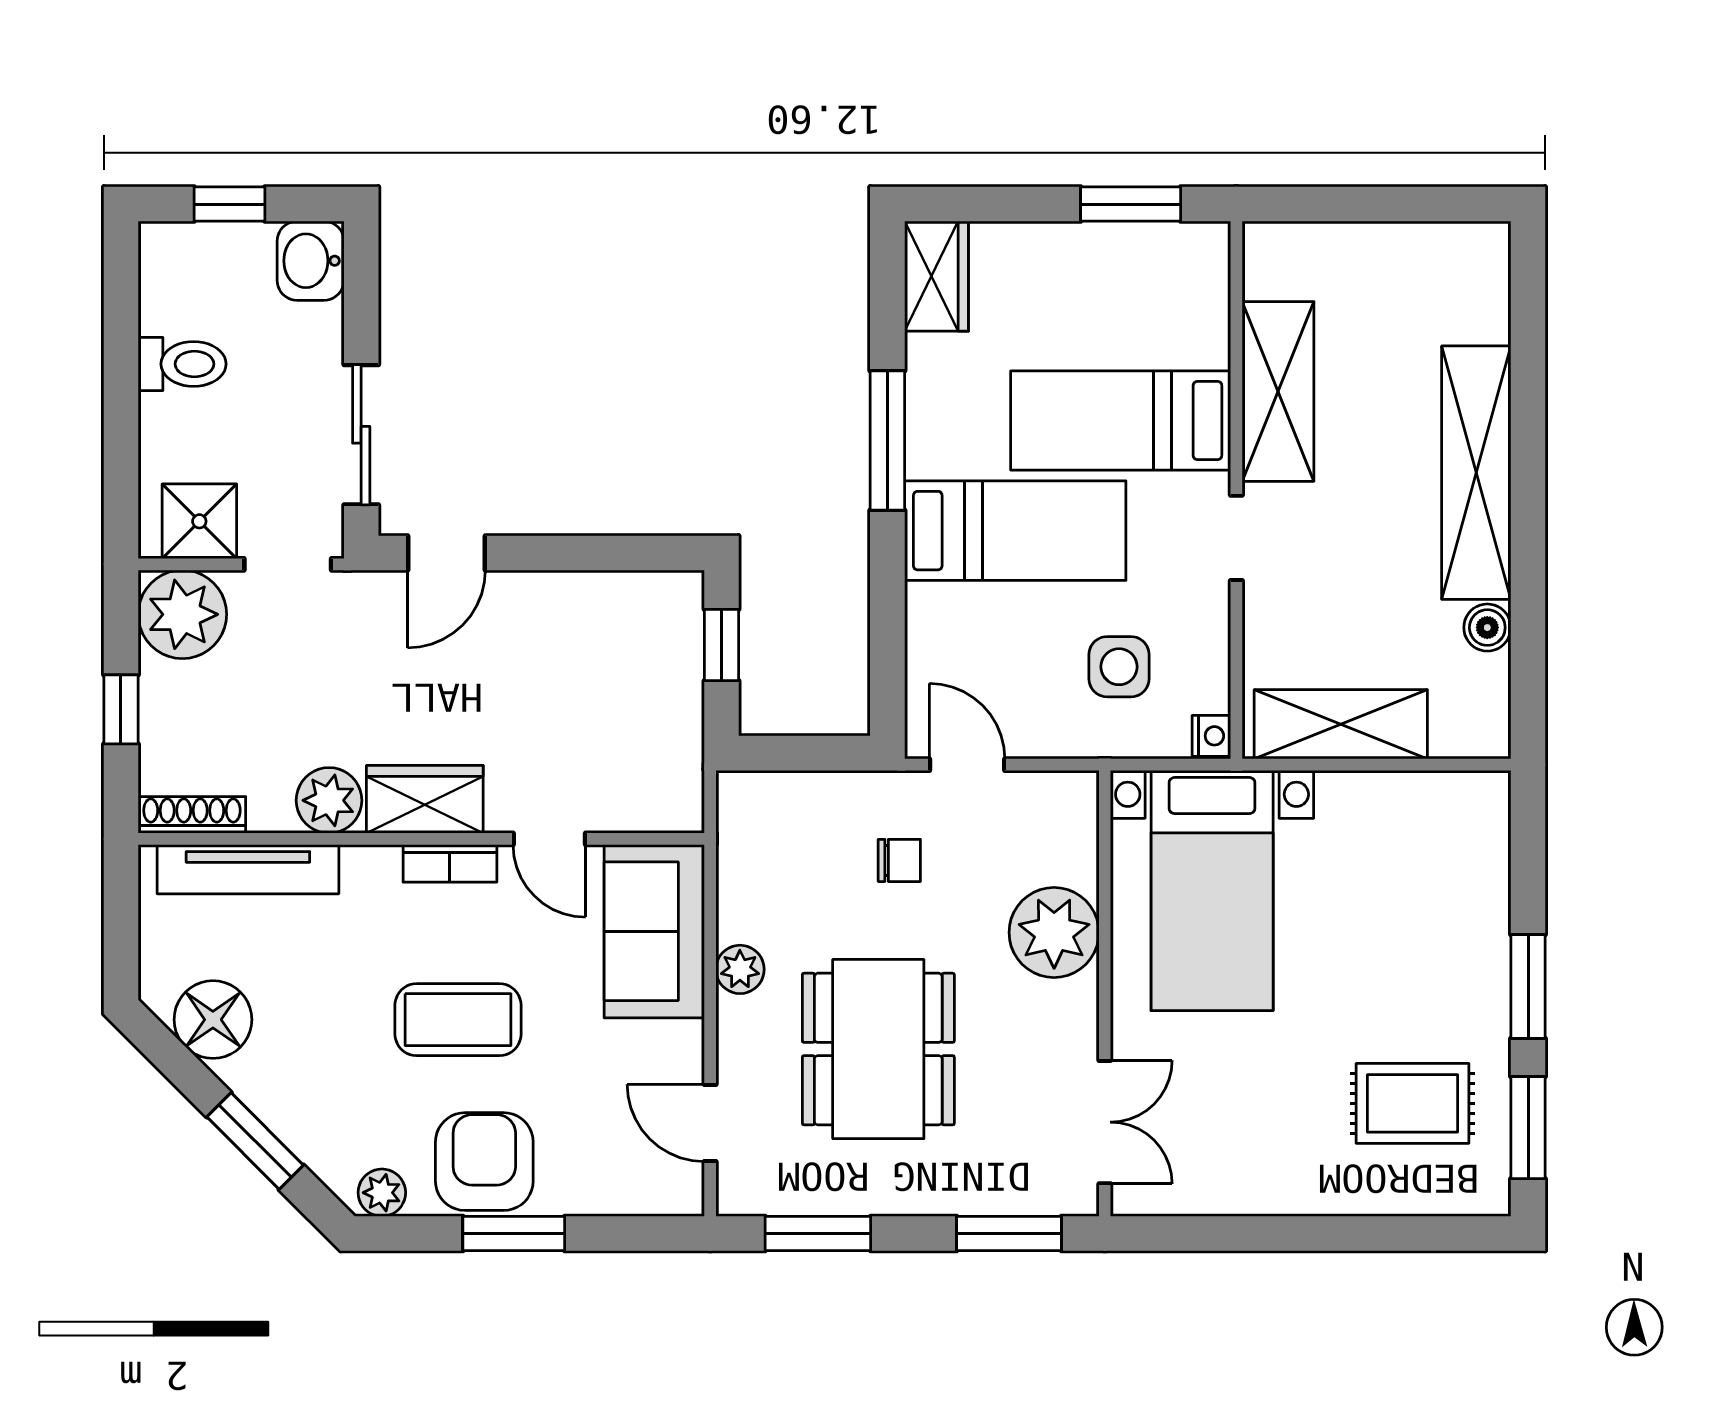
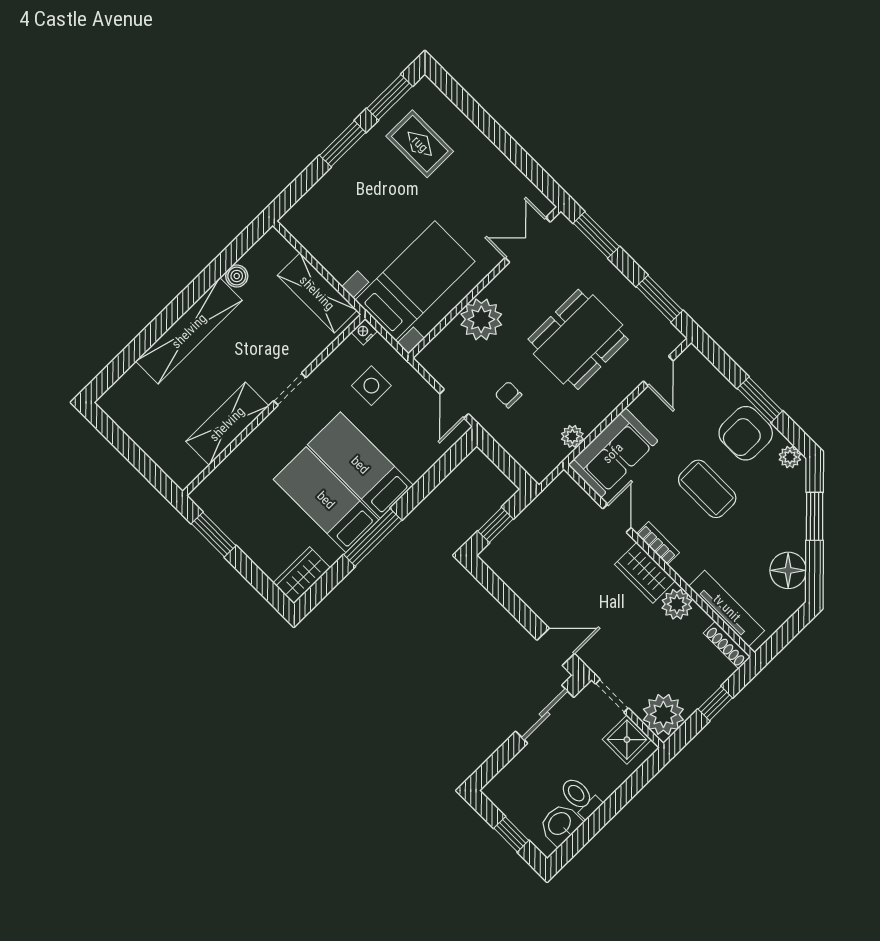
washbasin: (311, 261) -> (560, 824), moved, turned 180
bed: (1121, 420) -> (326, 500), moved, turned 180
plant: (740, 969) -> (572, 436), moved

